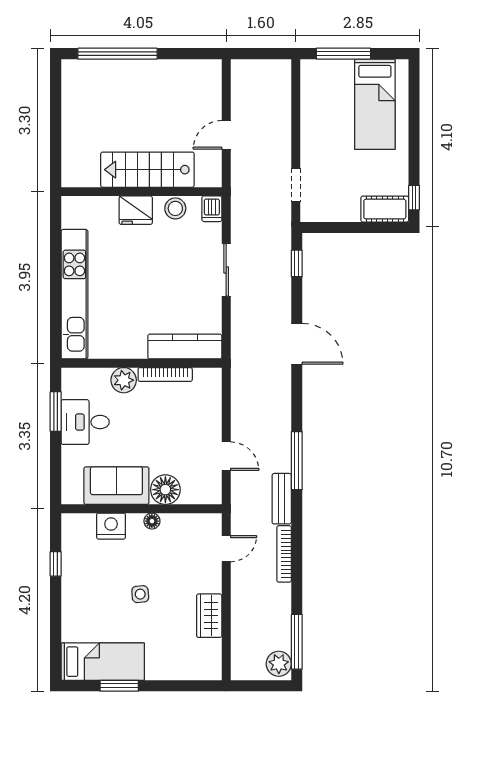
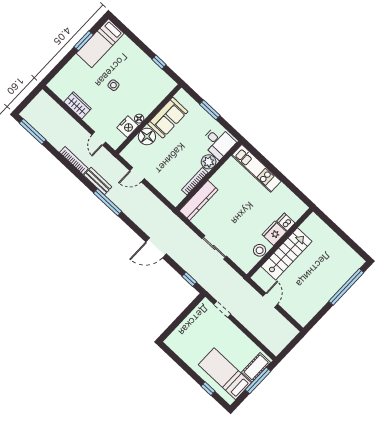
window: (414, 198) -> (208, 389), moved
dishwasher: (212, 209) -> (286, 222), moved
cot: (385, 209) -> (256, 367), moved
kitchen unit: (74, 294) -> (256, 168), width x0.73
window: (56, 412) -> (210, 110), moved
desk: (85, 422) -> (218, 142), moved, turned 90
nightstand: (111, 526) -> (128, 127), moved
plant: (279, 664) -> (30, 115), removed

